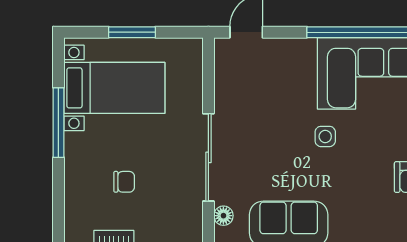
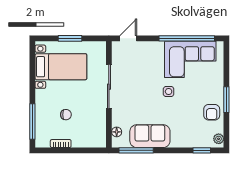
window: (58, 123) -> (32, 121), moved
sliding door: (208, 157) -> (109, 87), moved

